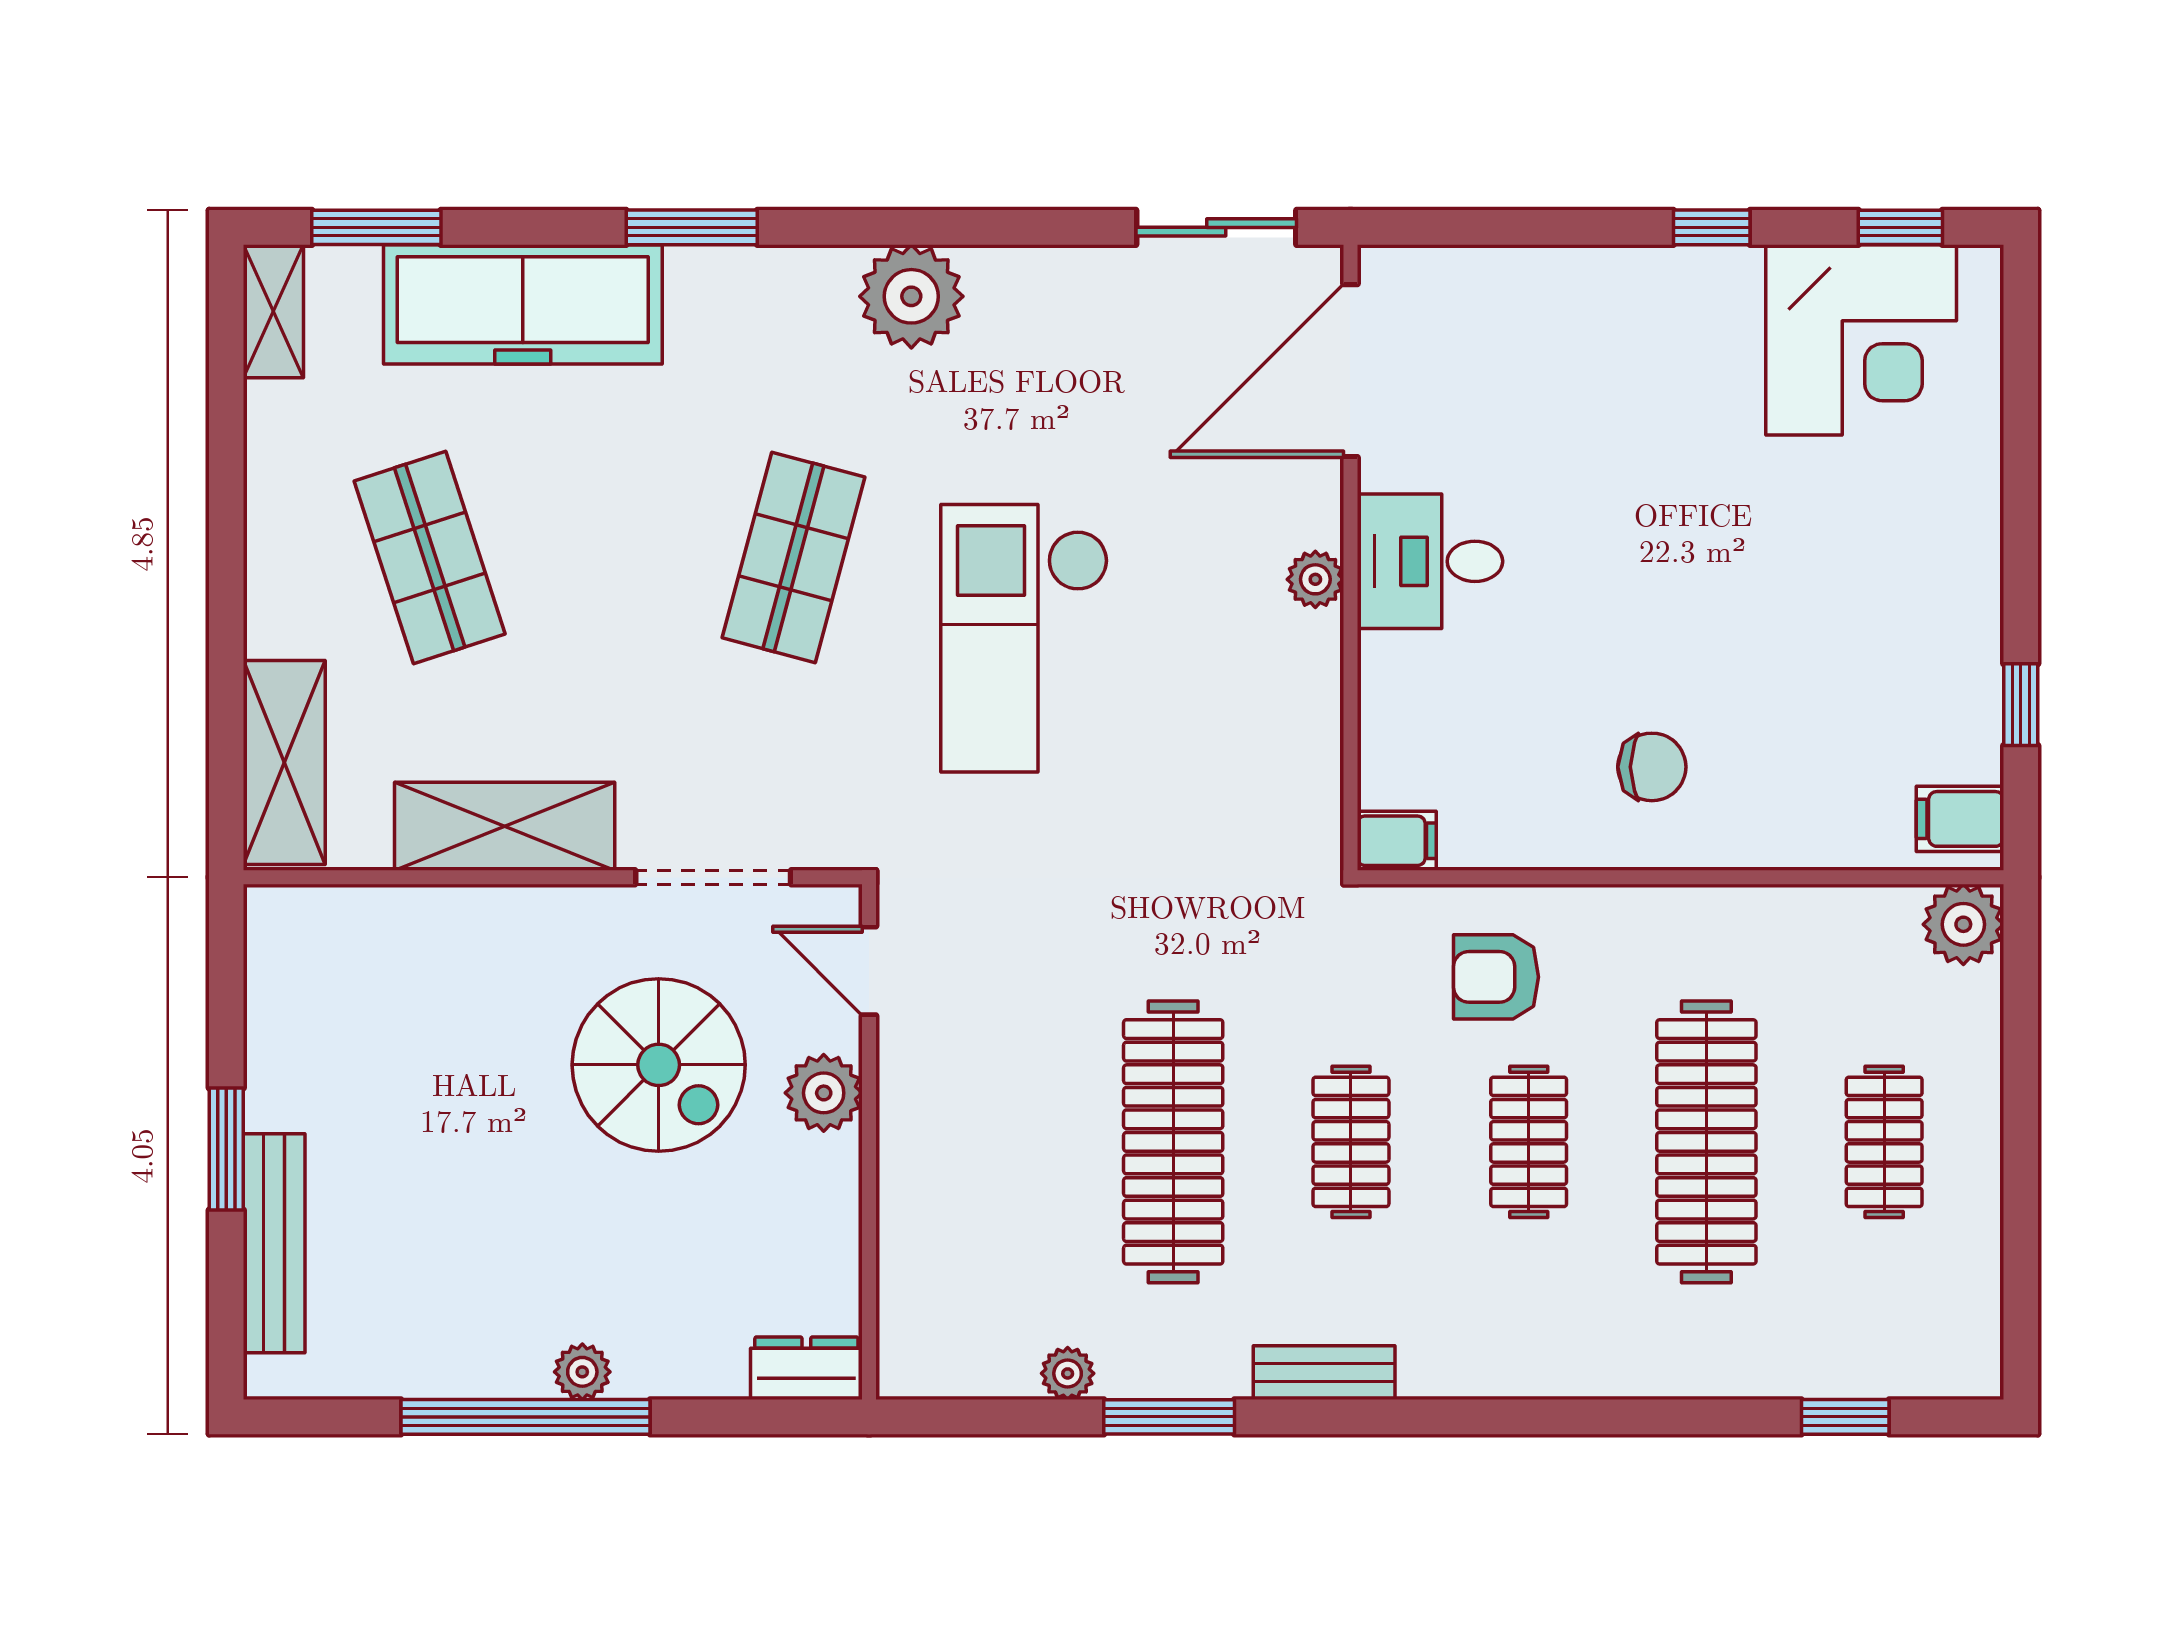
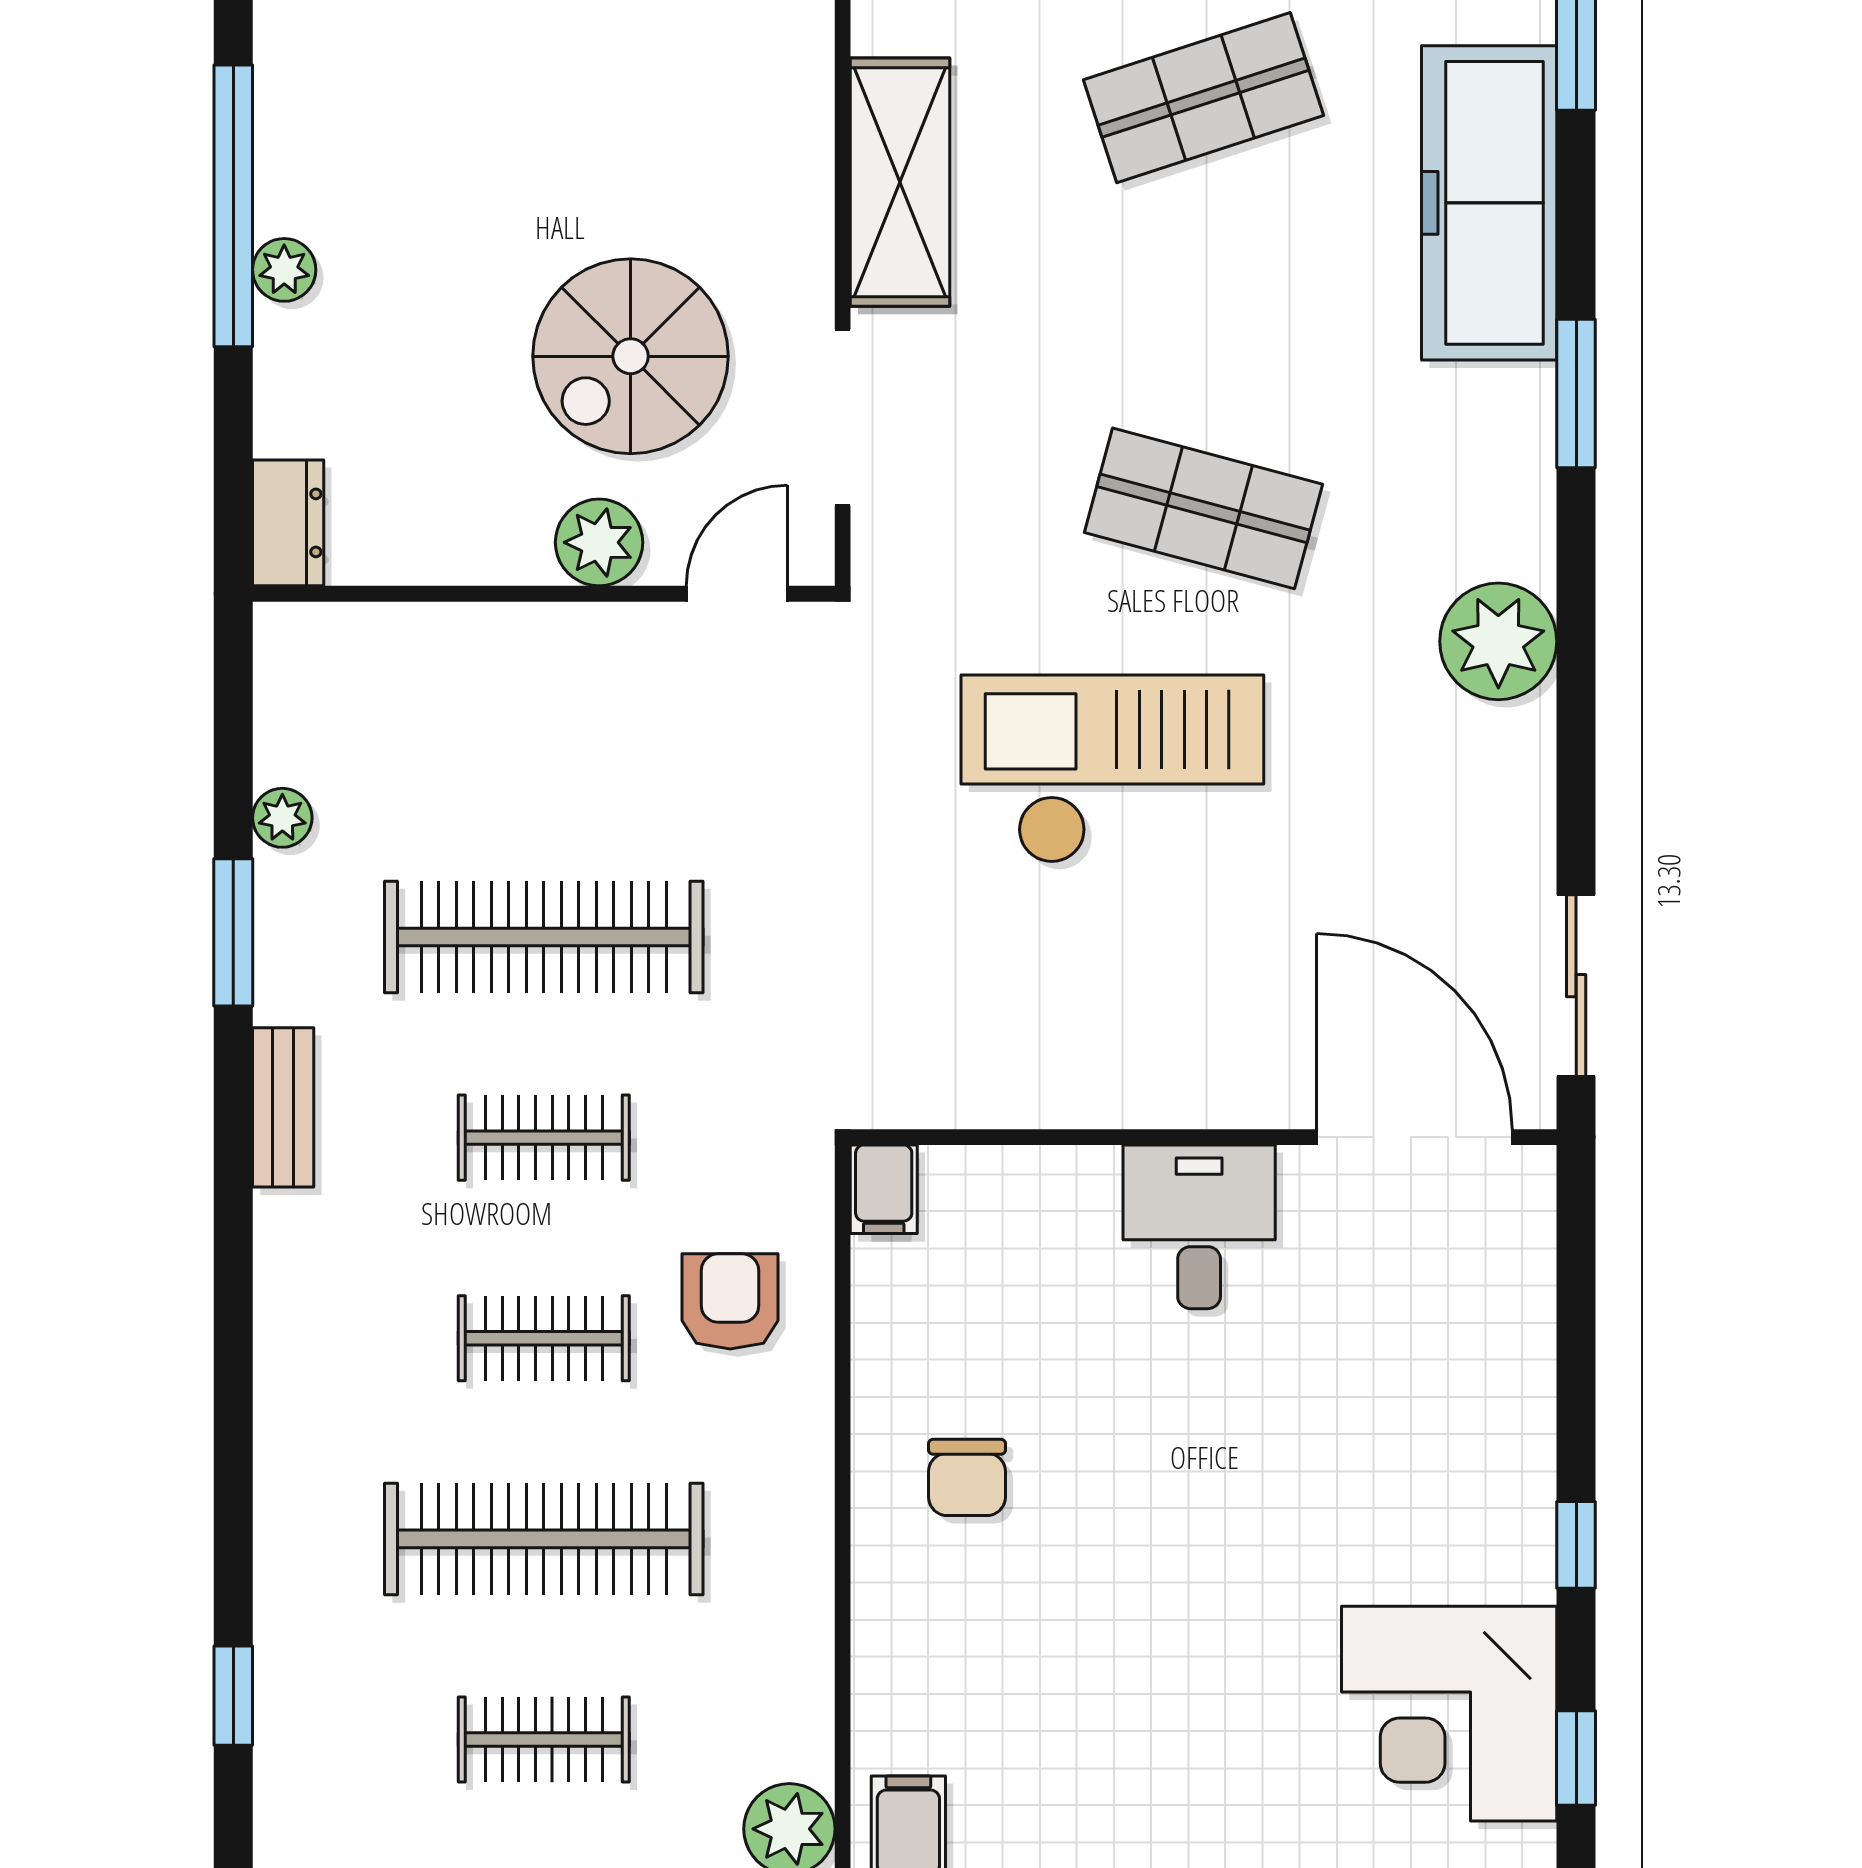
plant: (1315, 579) -> (1179, 1097), removed

